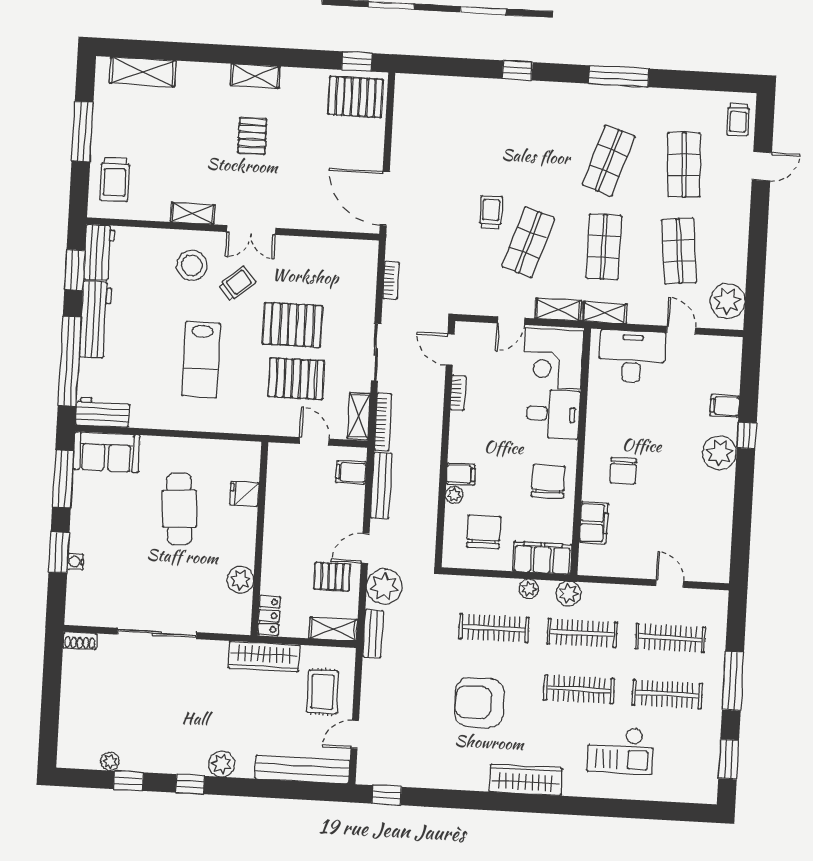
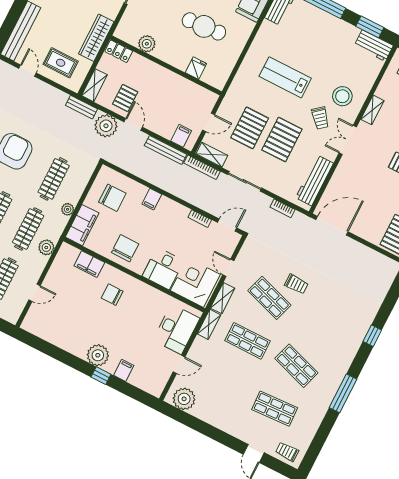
shop shelf: (679, 251) -> (226, 384), removed
workbench: (95, 320) -> (314, 180), moved, turned 90
chair: (548, 482) -> (125, 248), turned -90
plant: (454, 495) -> (141, 190), removed
plant: (568, 594) -> (46, 247), moved

